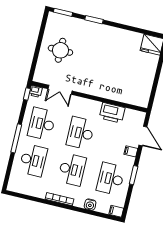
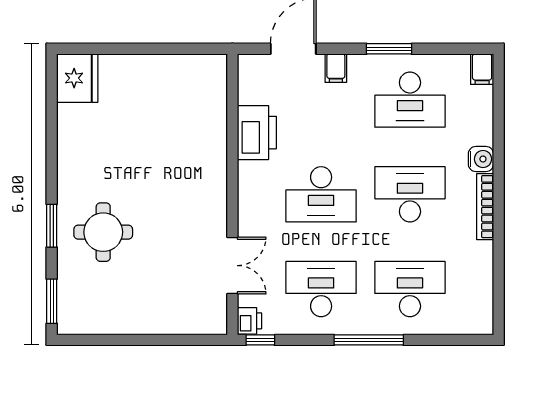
round table: (60, 50) -> (103, 232), moved
desk: (42, 124) -> (321, 289), turned 180
water cooler: (90, 205) -> (481, 159), moved

